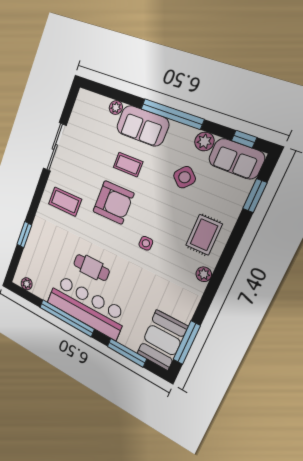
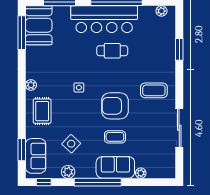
sofa: (236, 159) -> (36, 156), moved, turned 90

